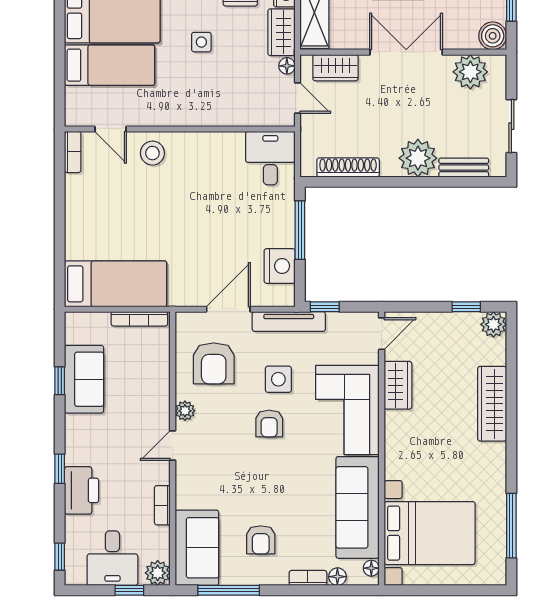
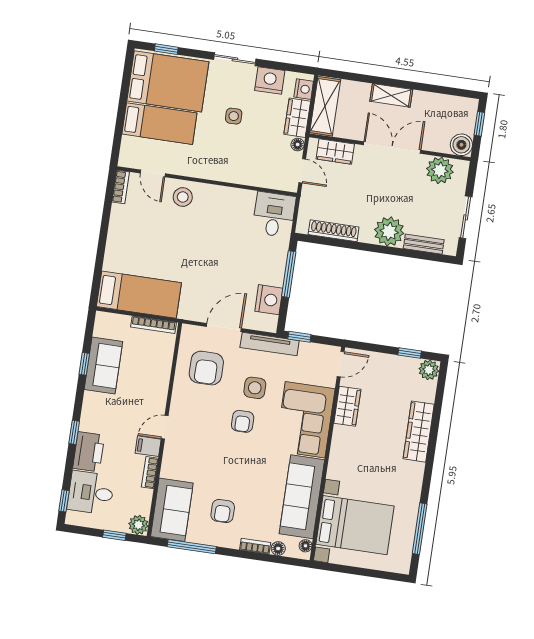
plant: (185, 411) -> (178, 402), removed
filing cabinet: (155, 472) -> (148, 446), added
desk: (112, 558) -> (91, 493), moved, turned 90

